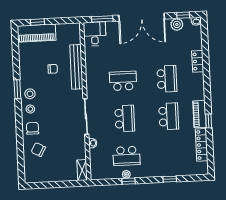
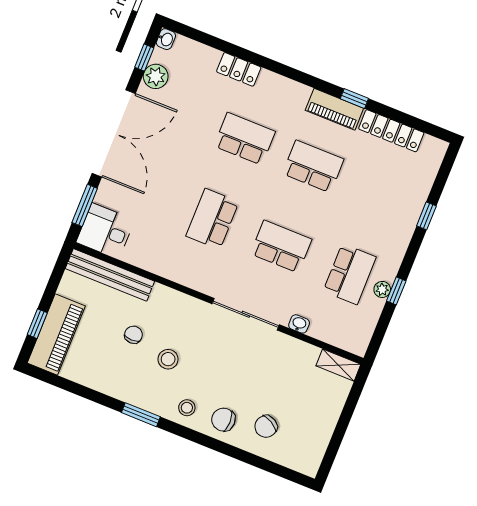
bench: (76, 67) -> (110, 275), moved
stool: (30, 94) -> (168, 359), moved

